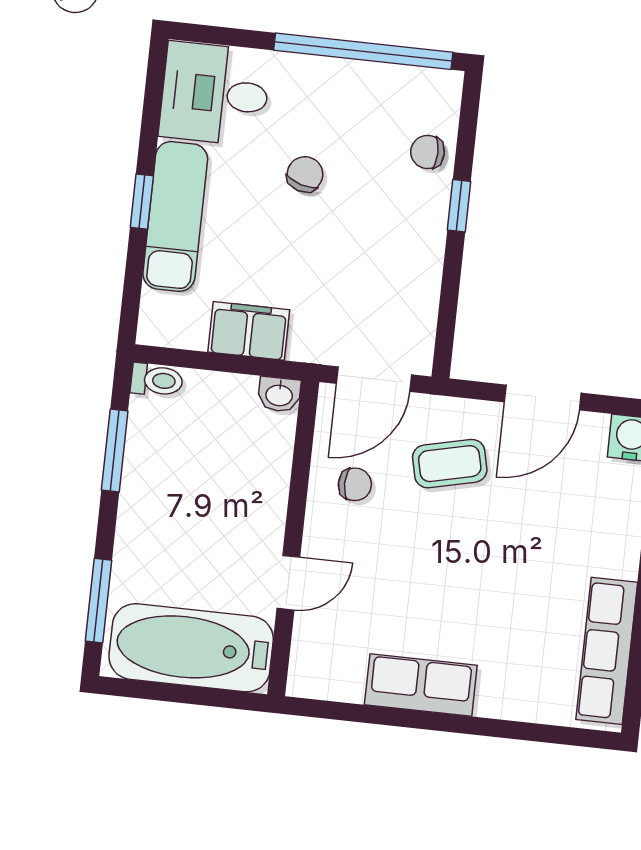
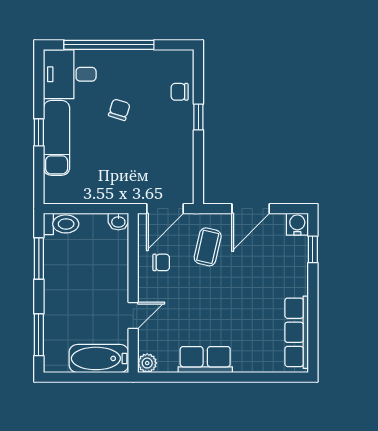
window: (363, 51) -> (109, 45), moved
filing cabinet: (249, 331) -> (100, 191), removed
toilet: (157, 380) -> (61, 224), width x1.37, depth x1.39
coffee table: (450, 464) -> (208, 247), turned -64
bathtub: (191, 648) -> (99, 358), width x0.73, depth x0.73
plant: (306, 680) -> (147, 363), added

